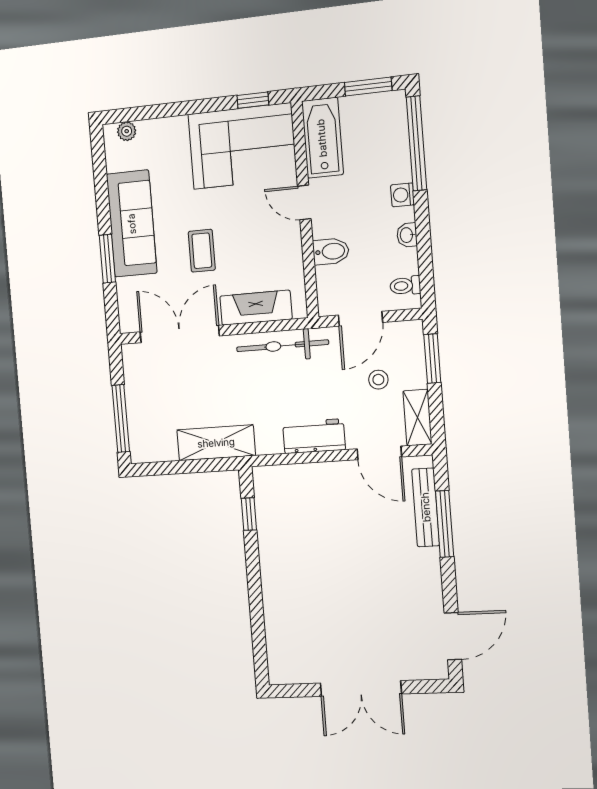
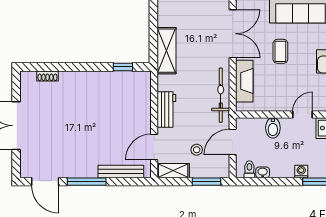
washbasin: (407, 235) -> (263, 172), moved
coffee table: (202, 251) -> (280, 51), turned 90
door: (360, 319) -> (233, 142), hinge flipped
window: (445, 524) -> (87, 182), moved
shoe rack: (274, 639) -> (47, 76), added

